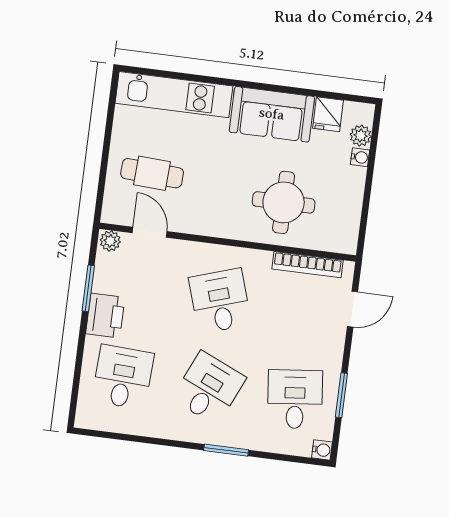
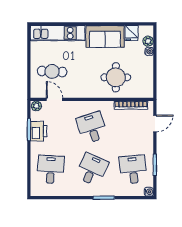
printer: (105, 316) -> (39, 131), moved

